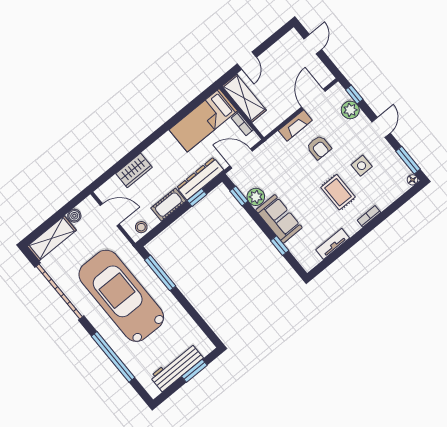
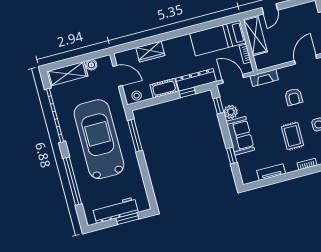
fireplace: (295, 125) -> (264, 78), moved

